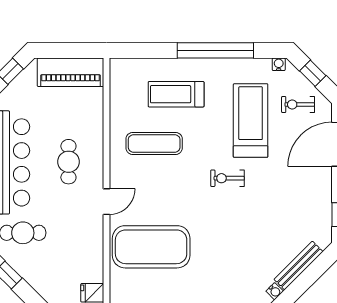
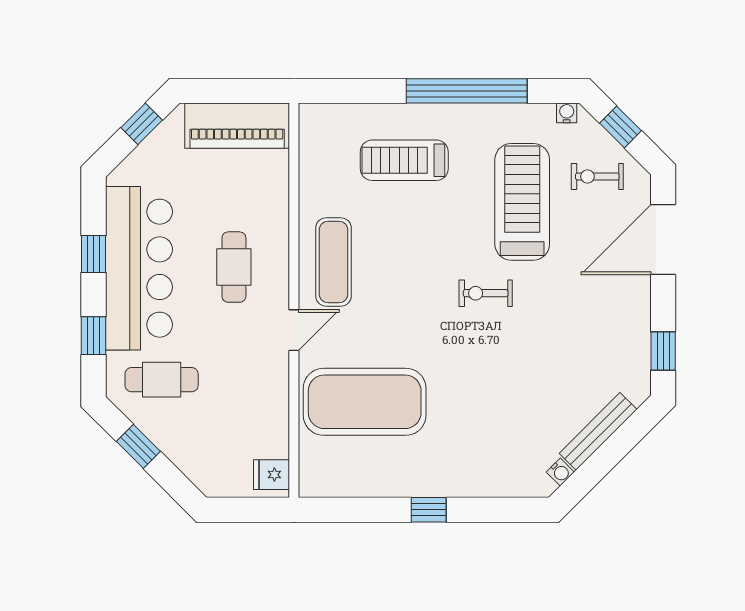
exercise mat: (154, 143) -> (334, 262), moved, turned 90

